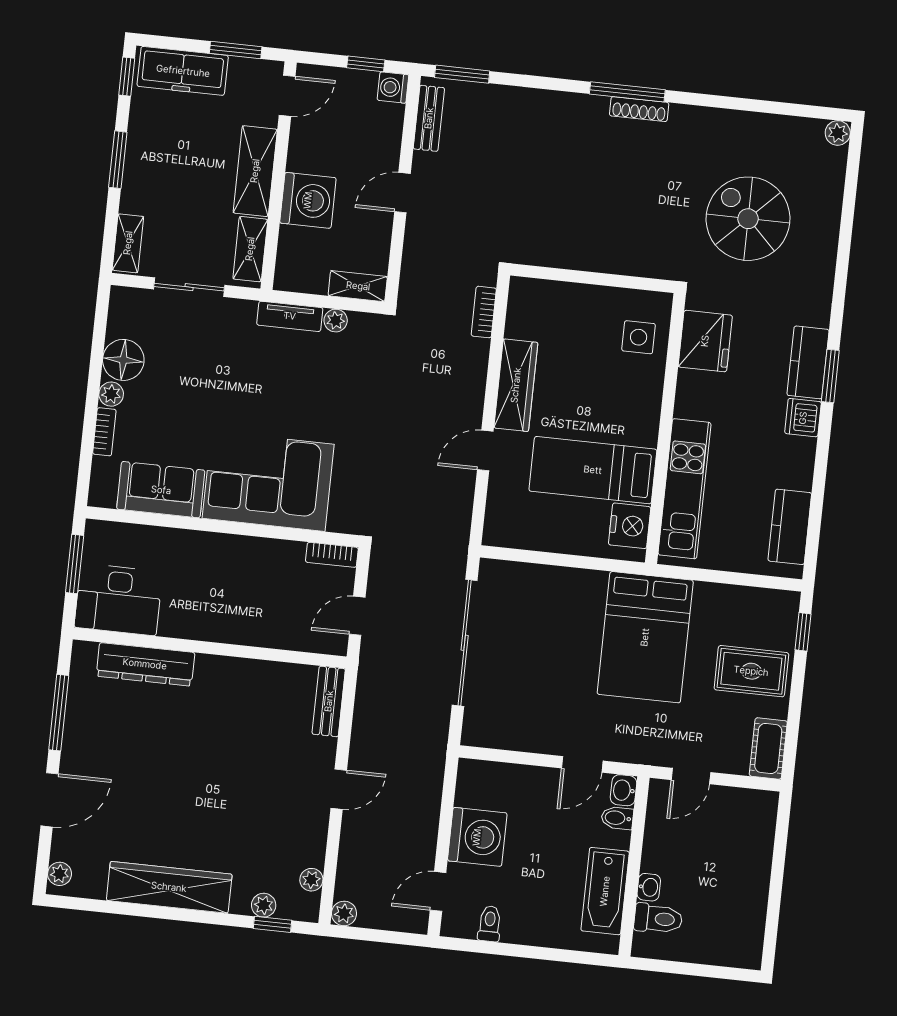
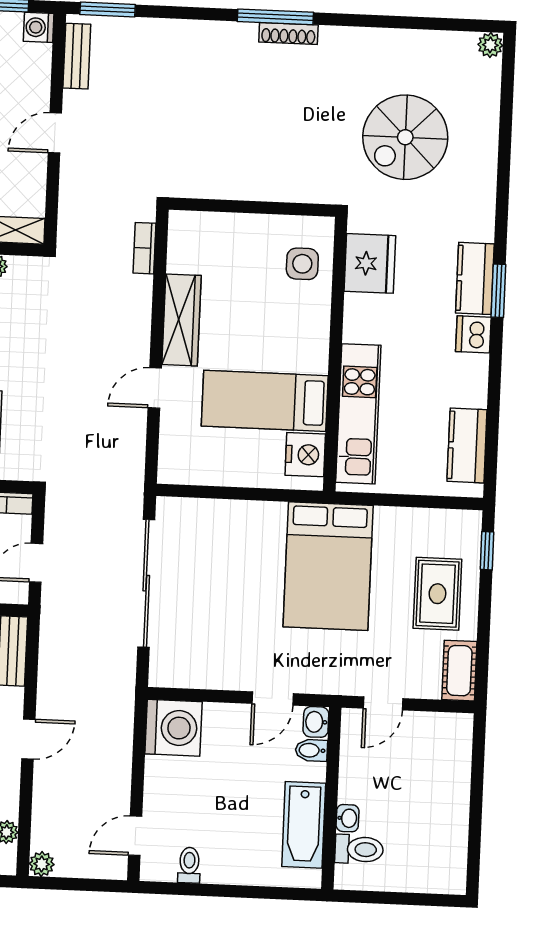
spiral stairs: (748, 219) -> (405, 137), turned -90
rug: (751, 671) -> (437, 594), turned 90
washing machine: (477, 837) -> (174, 728), moved

